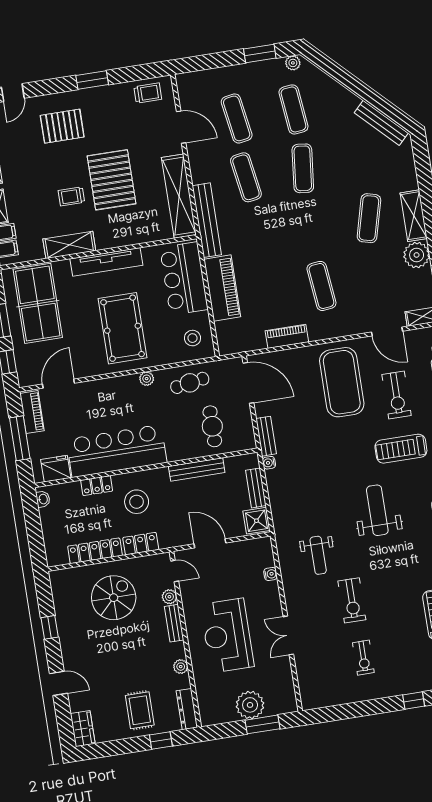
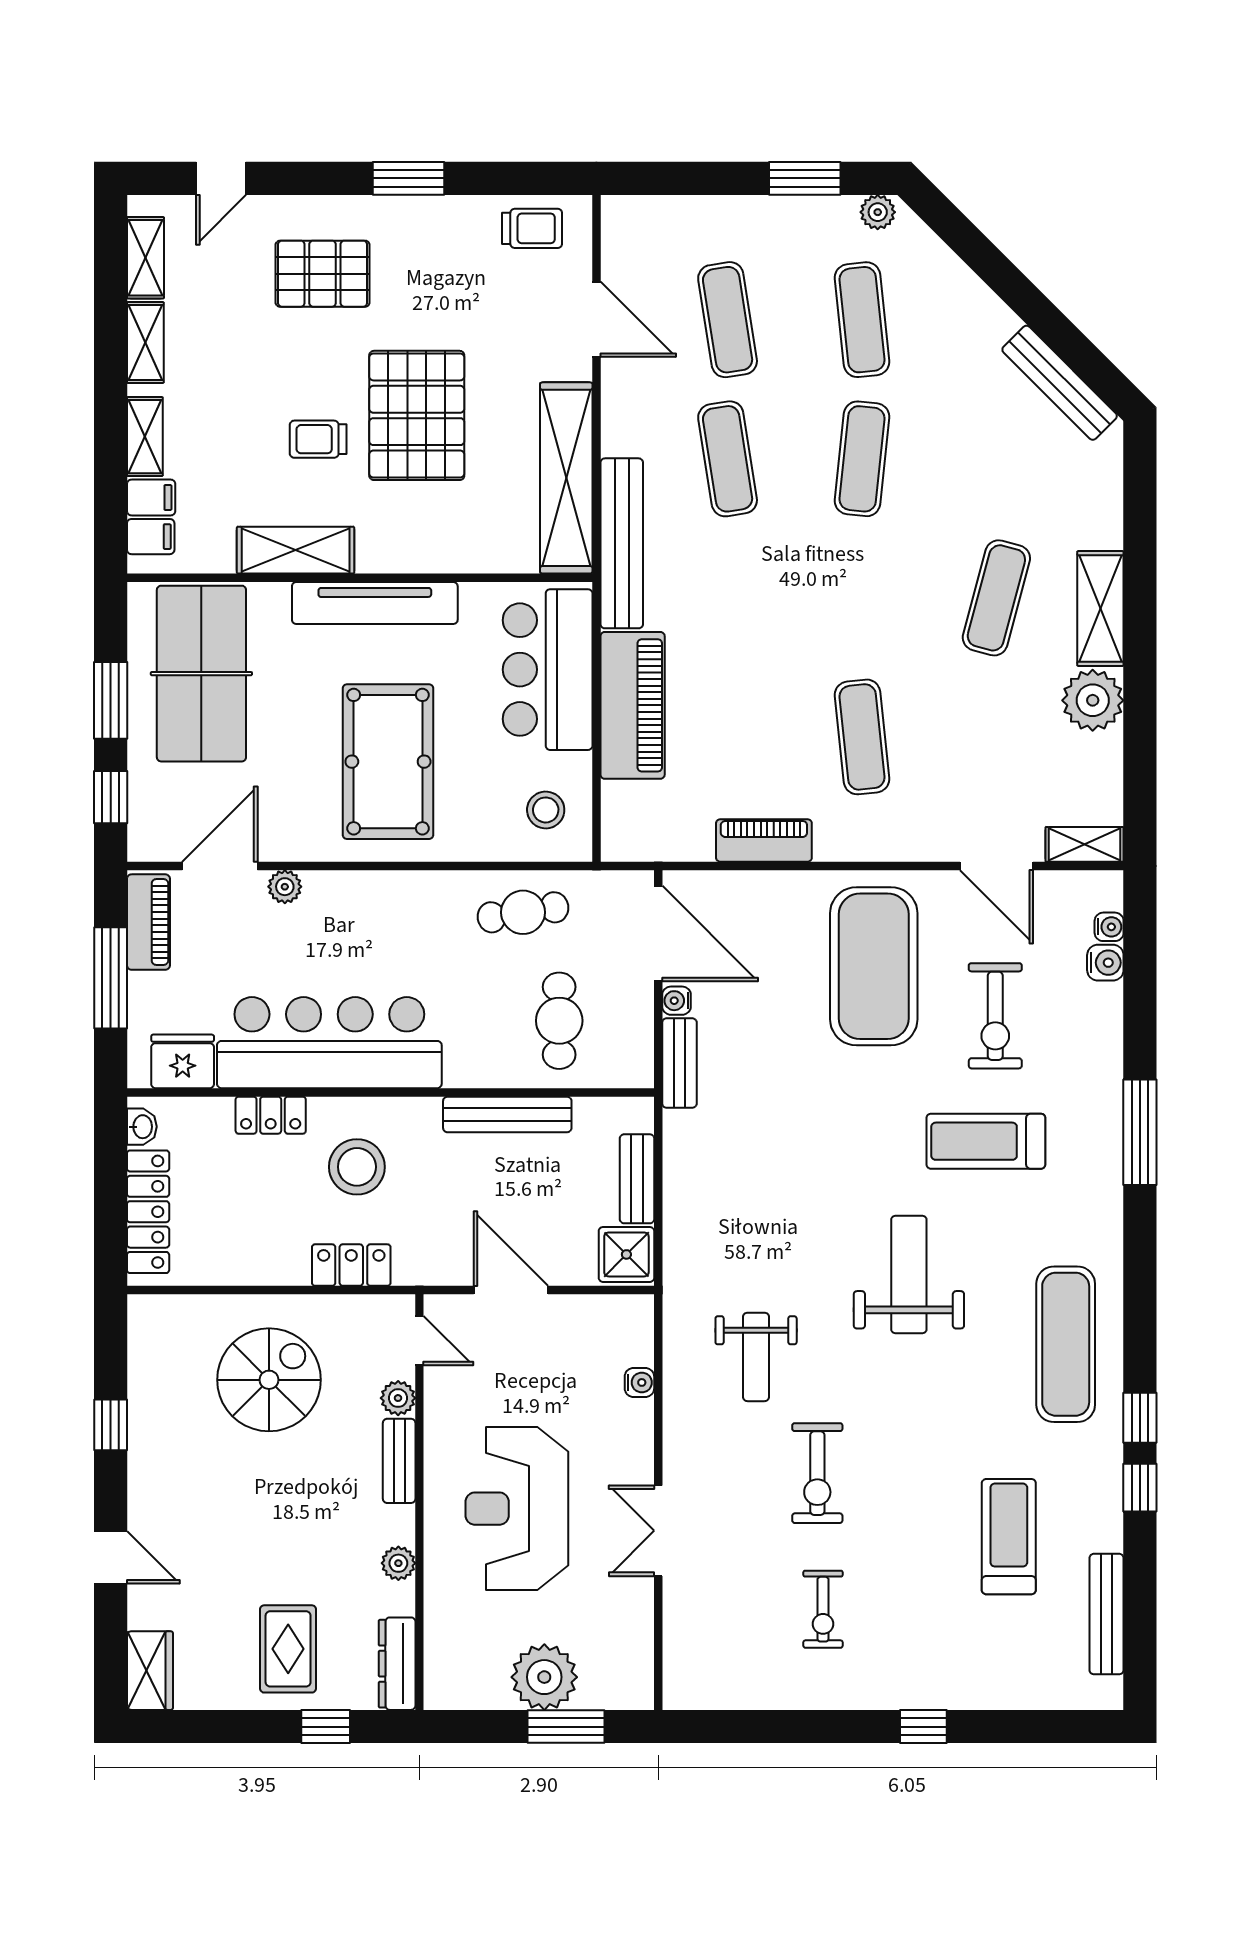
plant: (147, 379) -> (285, 887), moved
water cooler: (269, 463) -> (676, 1001), moved
locker: (95, 551) -> (148, 1212), moved, turned 90

